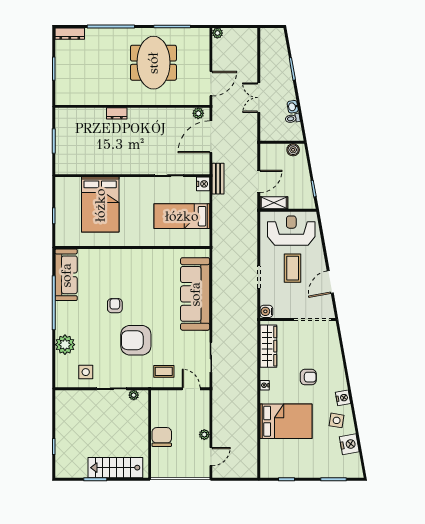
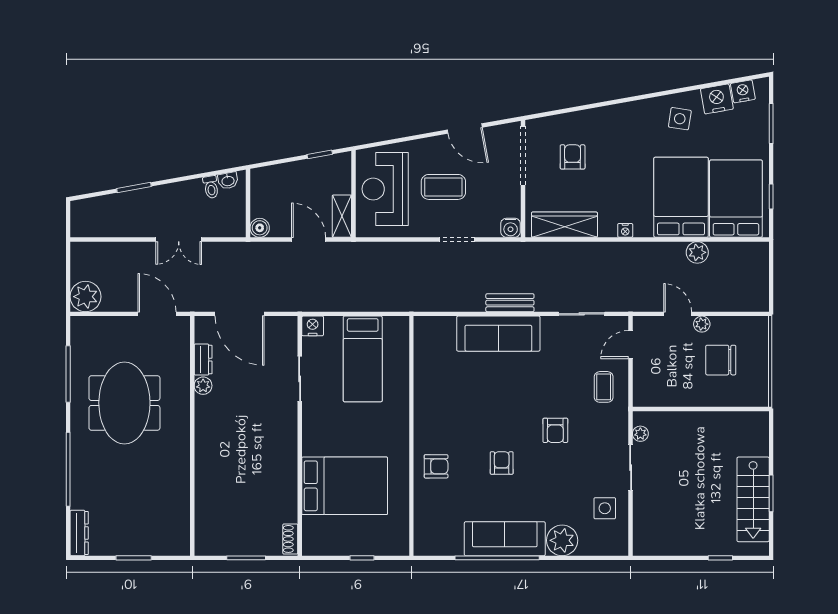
plant: (217, 33) -> (86, 297), width x1.88, depth x1.88
meeting table: (153, 63) -> (124, 403), turned 90
washbasin: (293, 107) -> (228, 181), moved
dresser: (117, 113) -> (203, 360), moved
plant: (198, 113) -> (203, 386), moved
boiler: (293, 150) -> (260, 228), moved
shoe rack: (66, 170) -> (290, 539), added
bench: (218, 179) -> (510, 303), moved
armchair: (113, 263) -> (436, 466), added
sofa: (66, 275) -> (505, 539), moved
sofa: (195, 294) -> (498, 334), width x0.74, depth x0.79
armchair: (115, 306) -> (502, 463), turned 90
armchair: (136, 340) -> (555, 430), width x0.53, depth x0.53
armchair: (308, 377) -> (573, 157), moved
nightstand: (343, 398) -> (743, 91), moved
plant: (250, 432) -> (697, 252), added
chair: (162, 437) -> (721, 360), moved
door: (211, 457) -> (678, 314), moved
bed: (285, 457) -> (736, 199), added
stairs: (115, 468) -> (753, 499), moved

